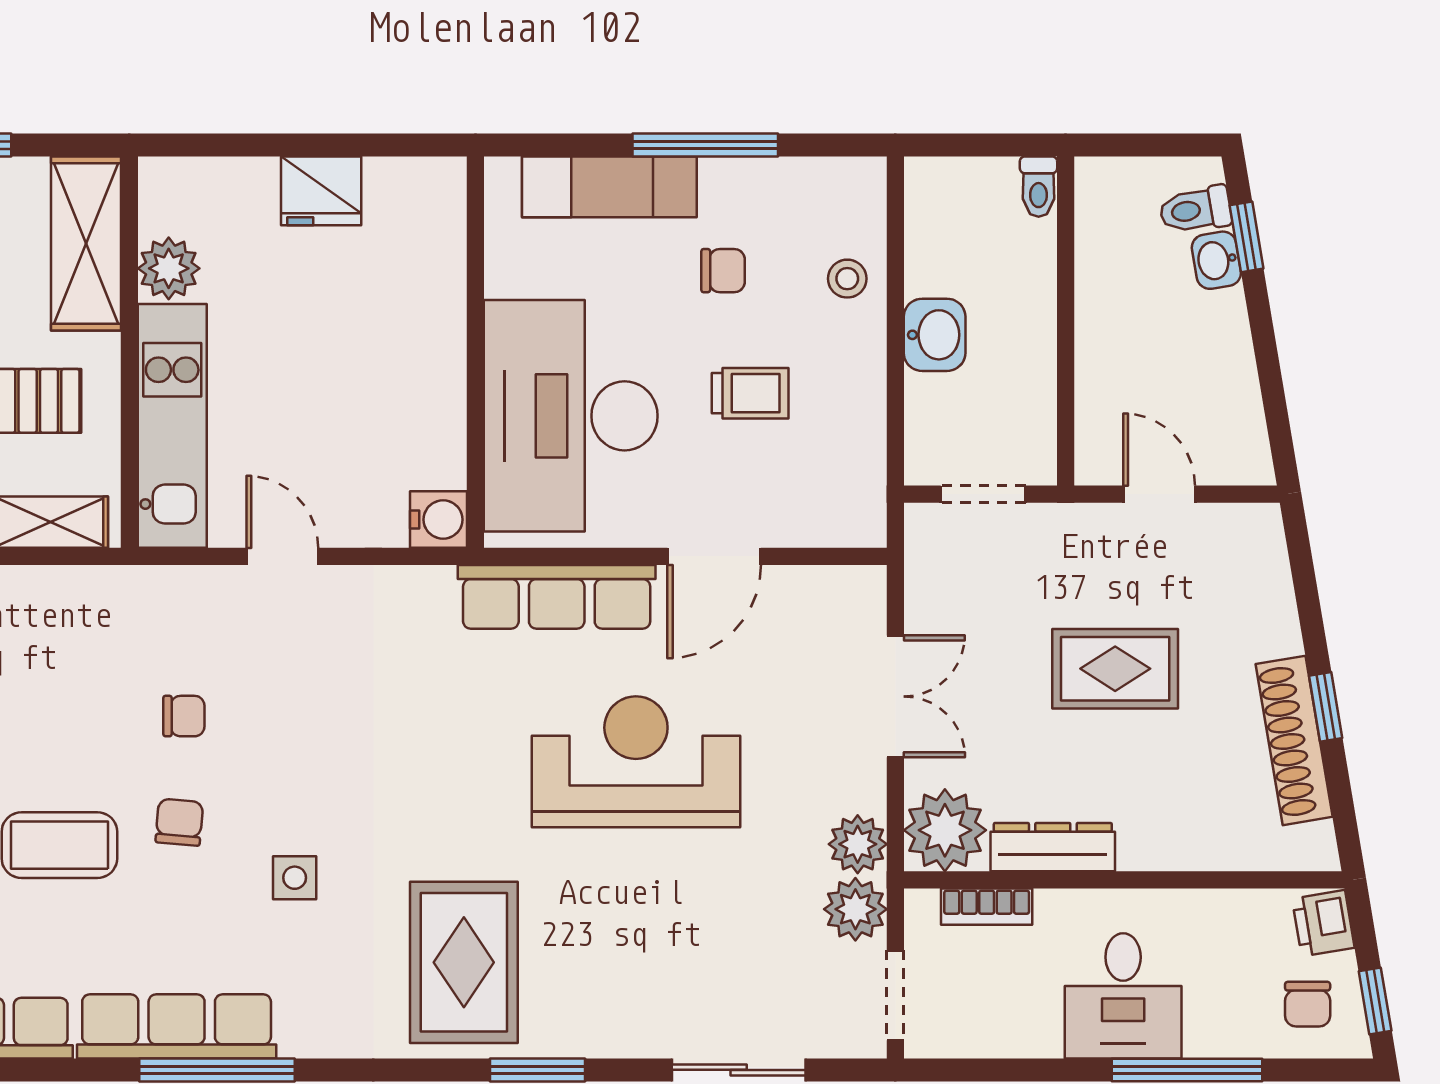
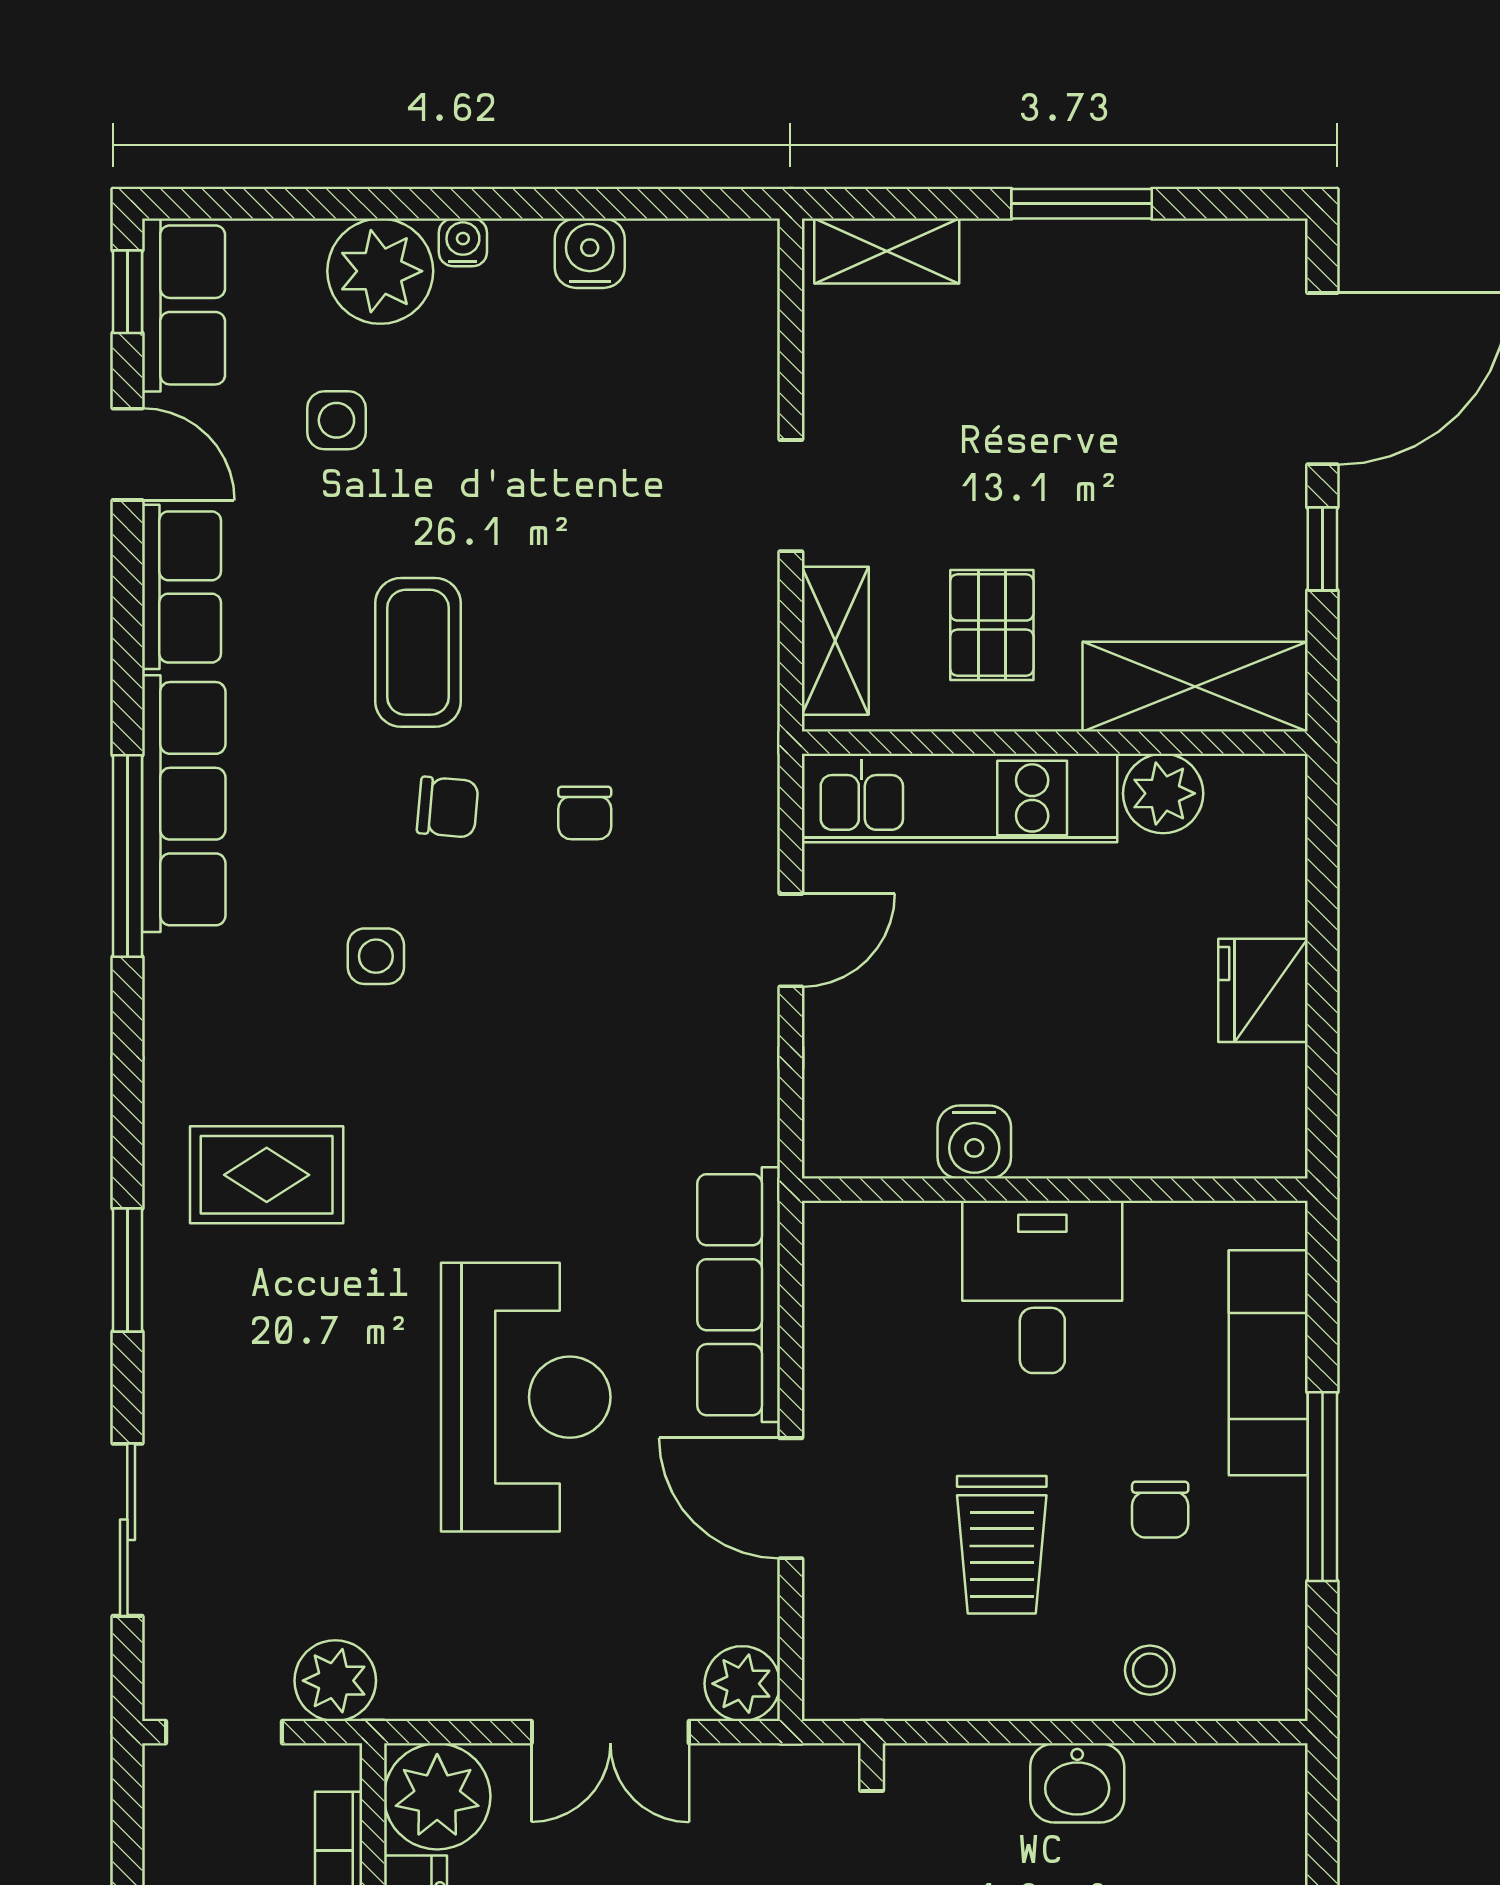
trolley: (750, 393) -> (1002, 1545), width x1.36, depth x1.39
desk: (571, 416) -> (1042, 1287), width x0.53, depth x0.77
water cooler: (439, 520) -> (974, 1142), moved
plant: (858, 844) -> (742, 1684), moved
rug: (464, 962) -> (267, 1175), width x0.73, depth x0.70

